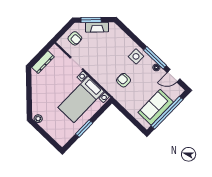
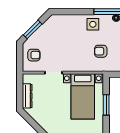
fireplace: (97, 27) -> (42, 31), removed
window: (84, 129) -> (106, 105), moved

